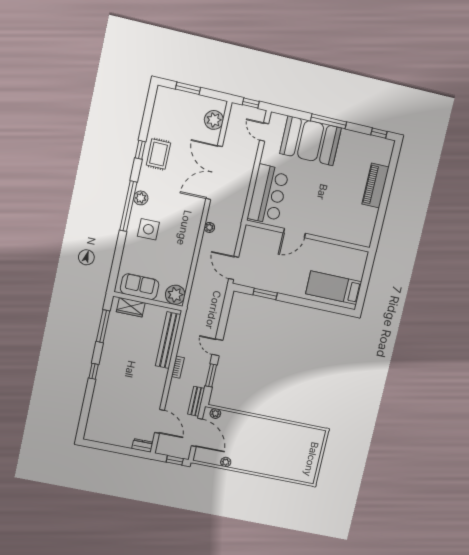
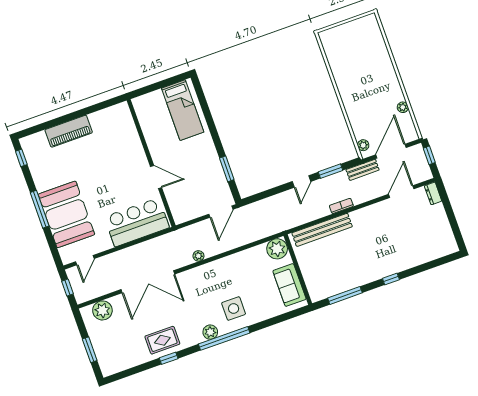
wardrobe: (131, 307) -> (313, 281), removed

